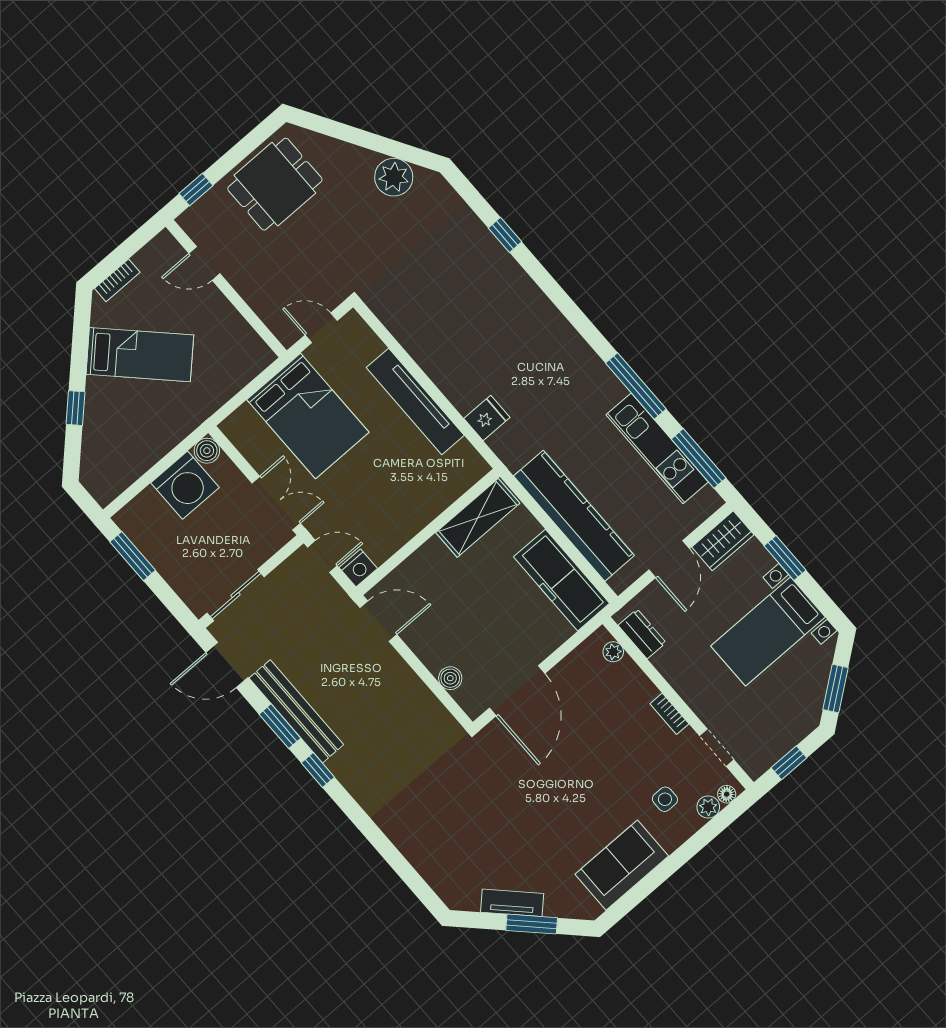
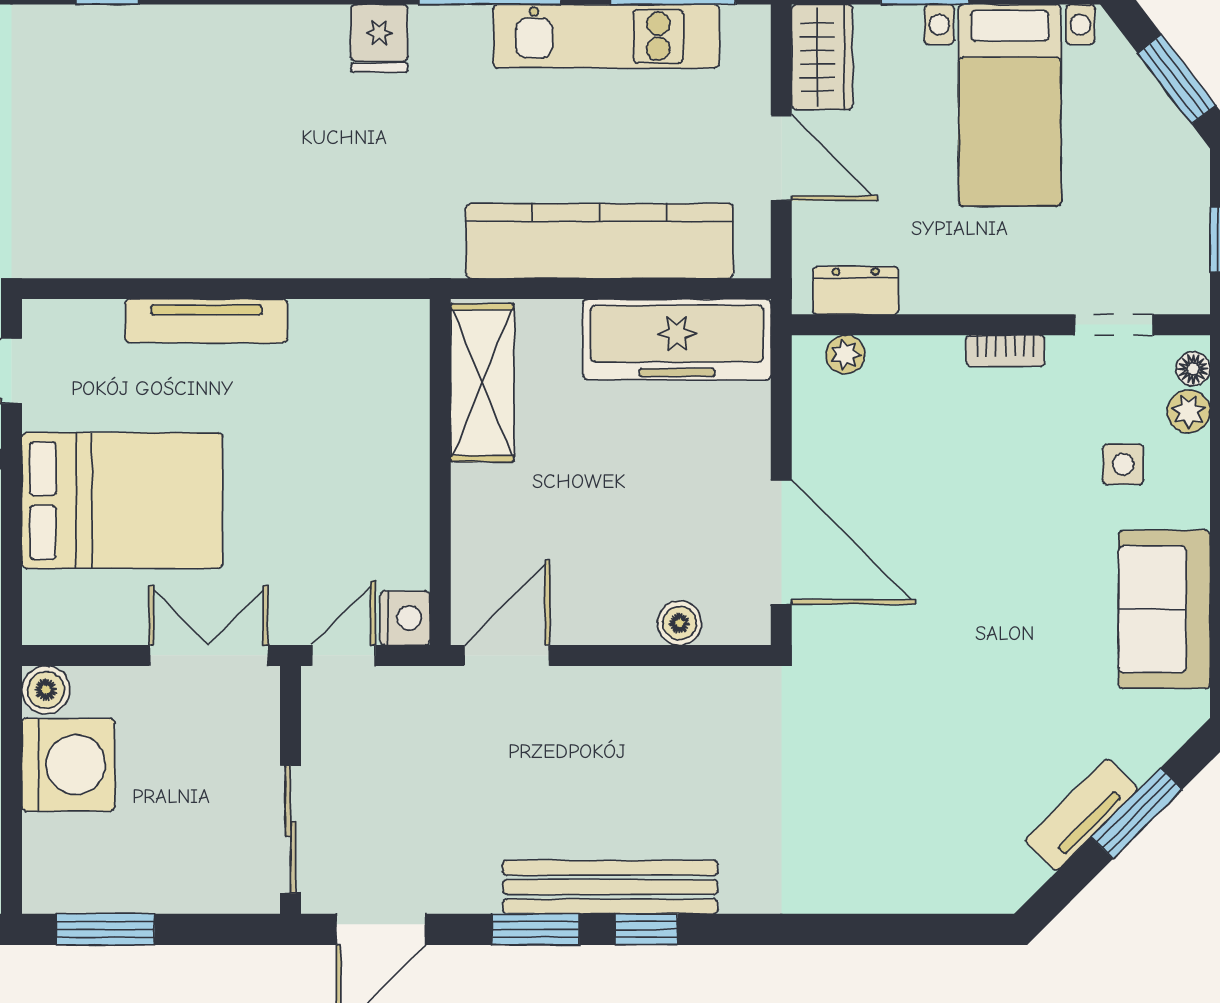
tv unit: (415, 401) -> (206, 321), width x0.73, depth x0.78
fridge: (487, 418) -> (379, 38), moved, turned 180
bench: (296, 711) -> (610, 887), moved

